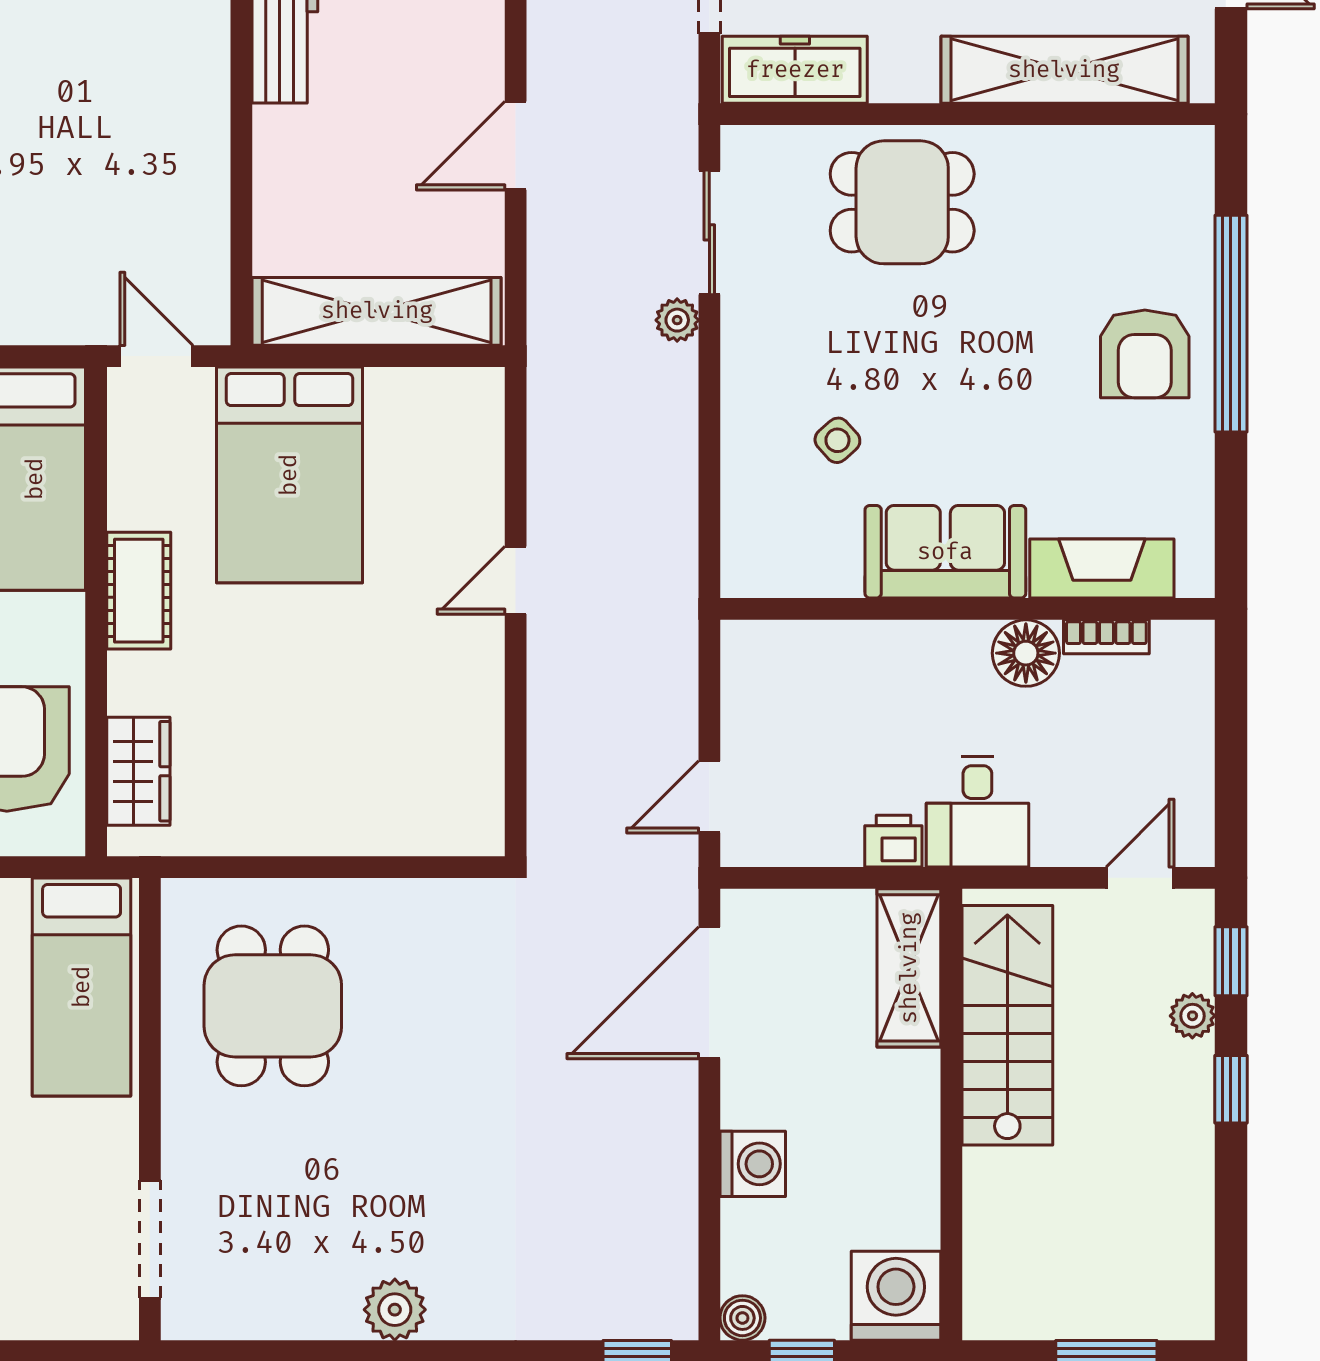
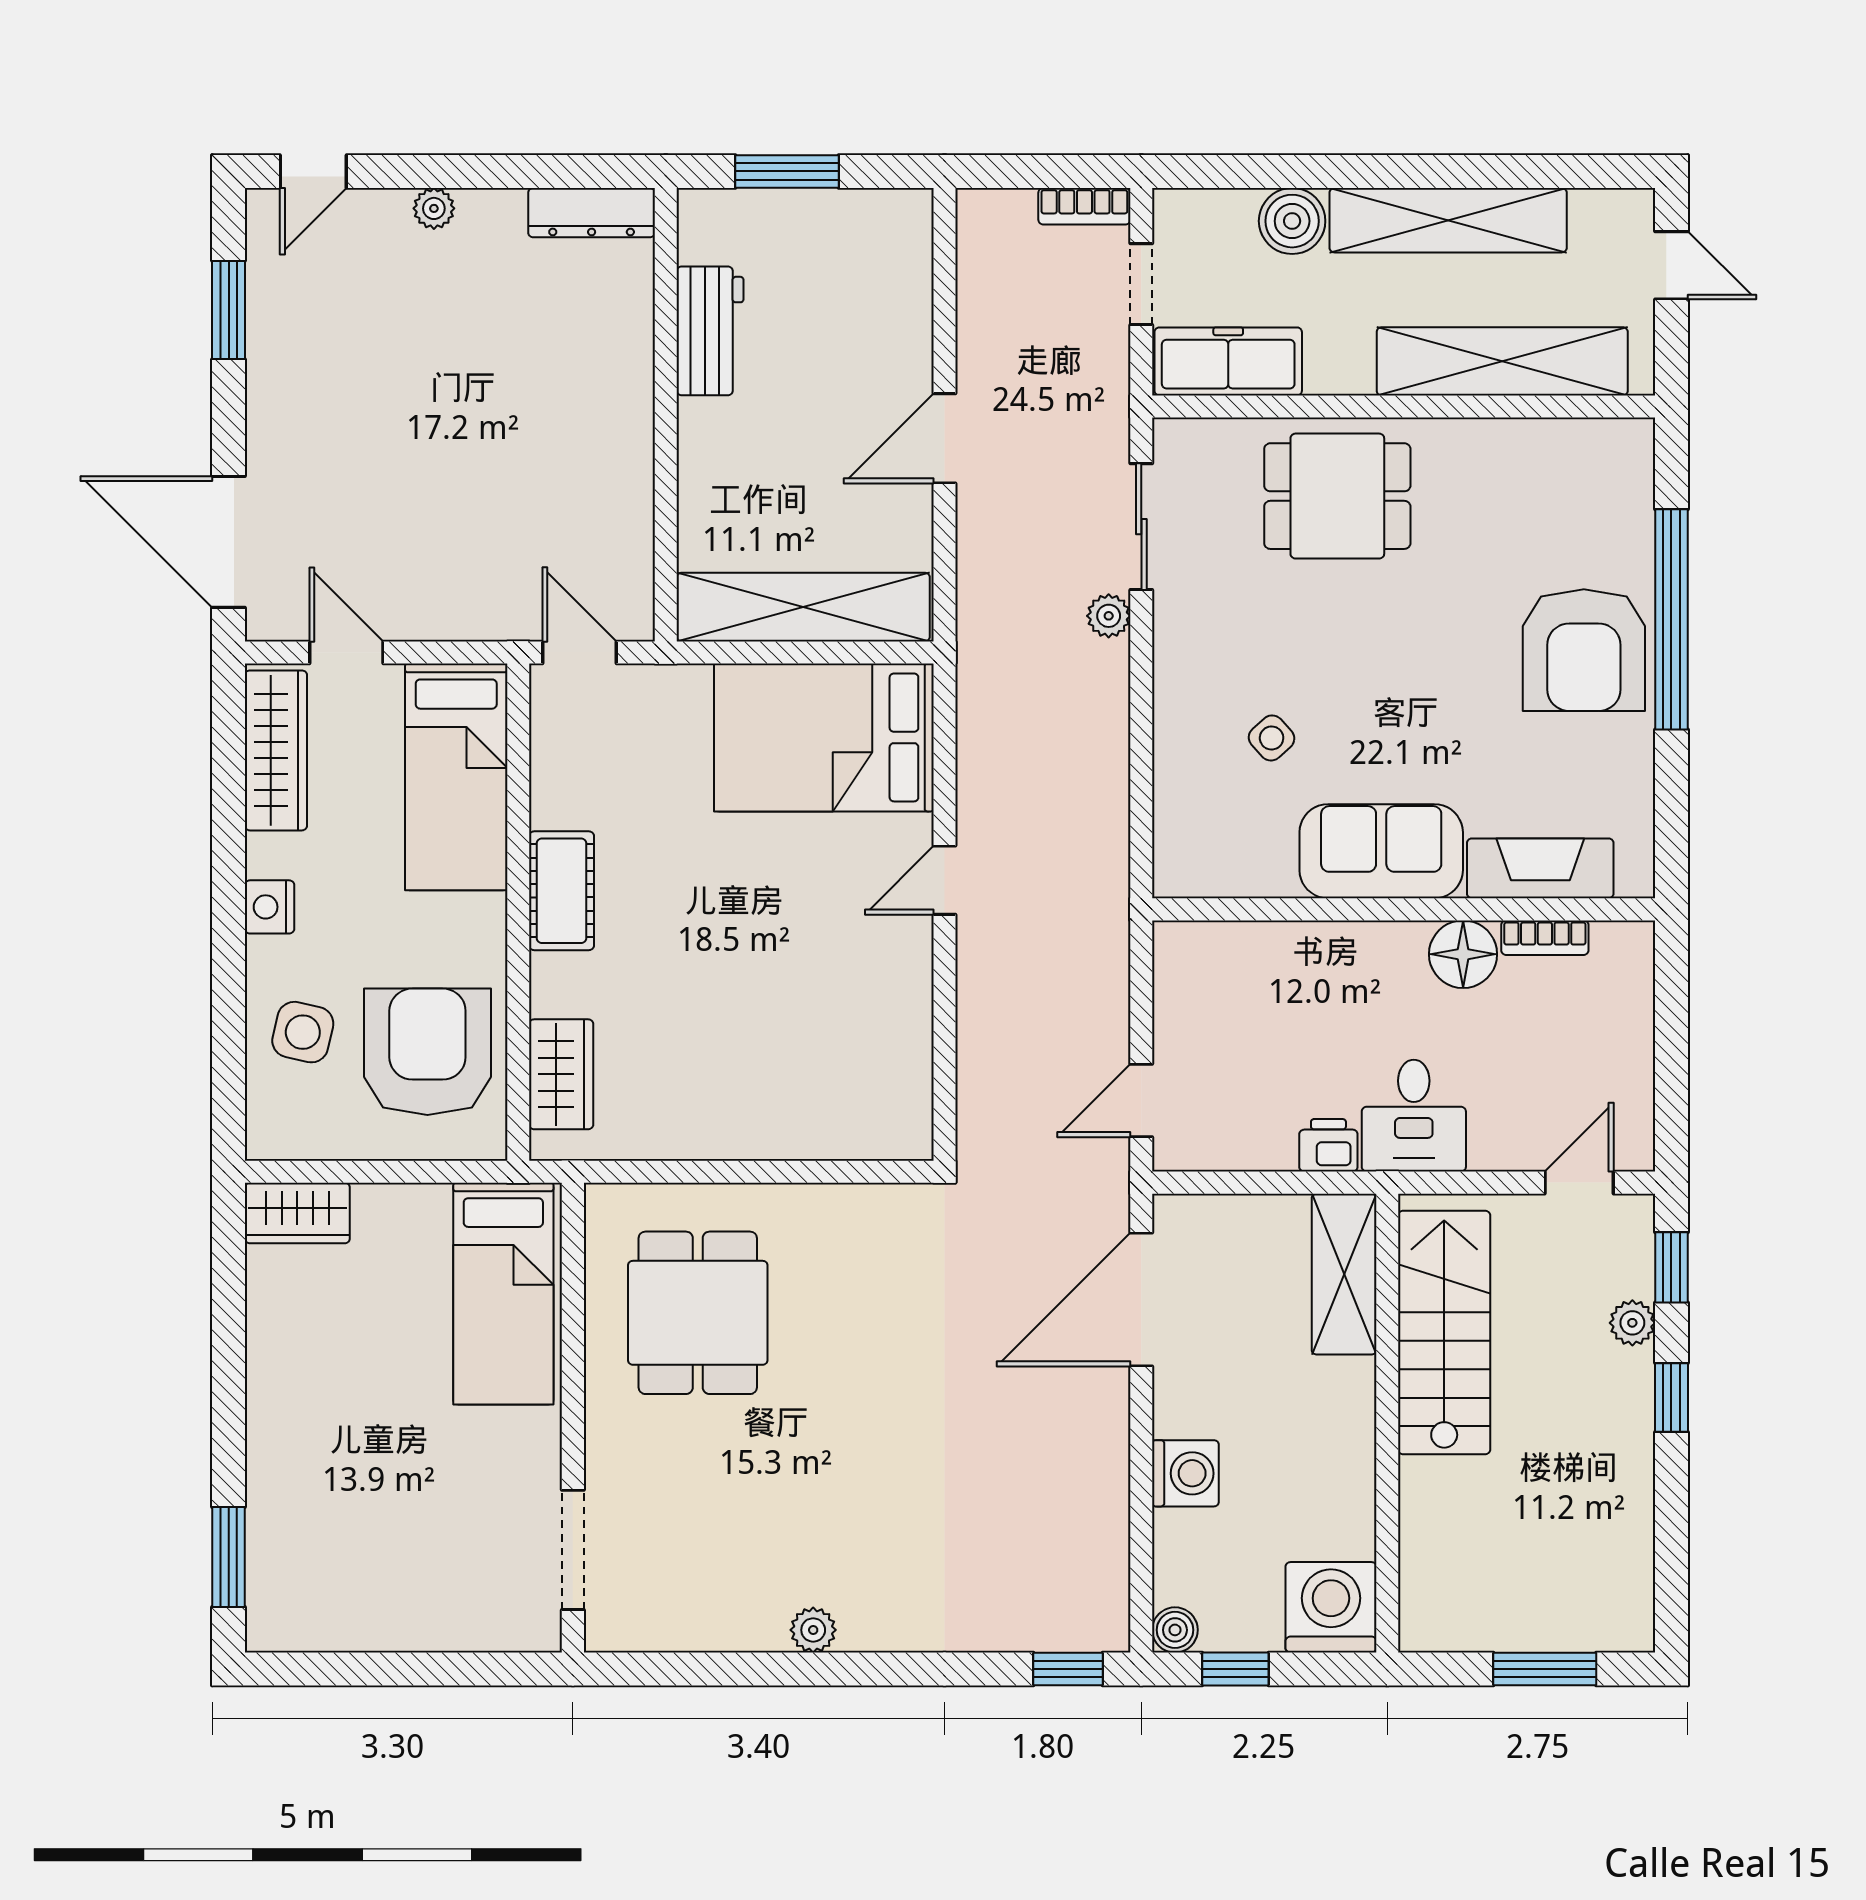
armchair: (1145, 354) -> (1584, 650), width x1.36, depth x1.36
bed: (289, 475) -> (824, 737), moved, turned 90
plant: (395, 1310) -> (813, 1630), width x0.73, depth x0.73

